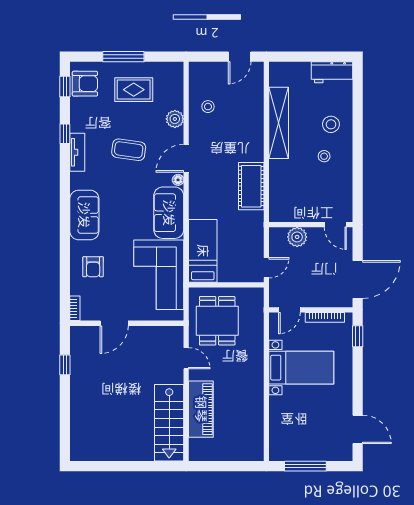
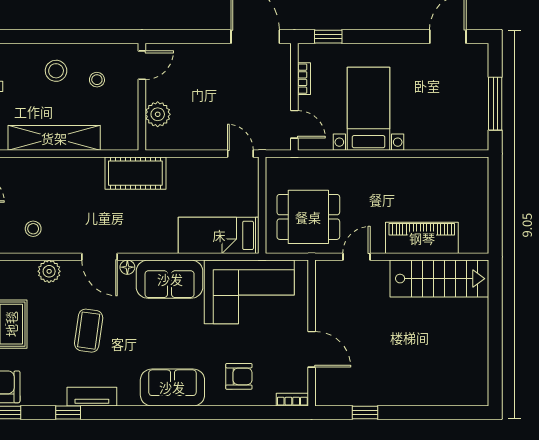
wall: (311, 225) -> (142, 97), moved
door: (335, 225) -> (142, 65), moved
plant: (297, 237) -> (158, 114), moved
bookcase: (325, 317) -> (304, 79), width x0.64

